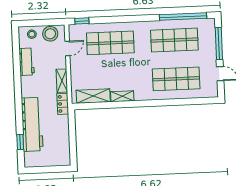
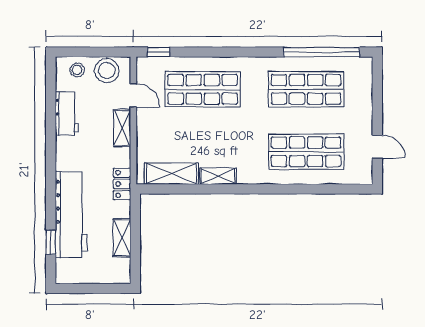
window: (219, 44) -> (377, 98), removed
door: (67, 48) -> (133, 95), hinge flipped
shelving: (62, 81) -> (122, 128), moved
shelving: (64, 137) -> (122, 238), added

